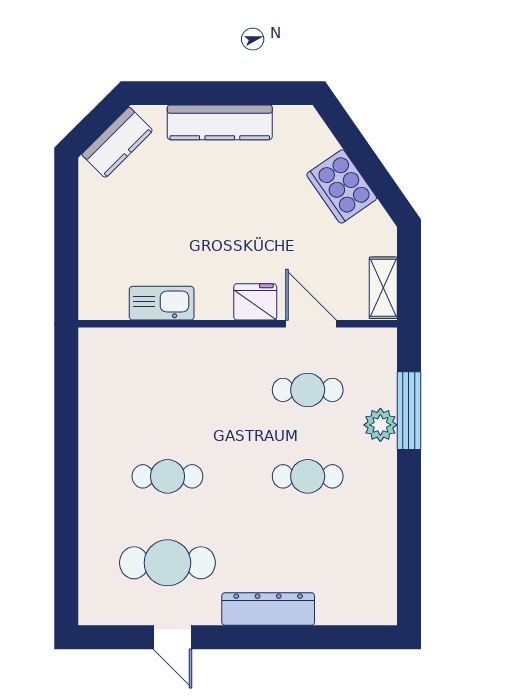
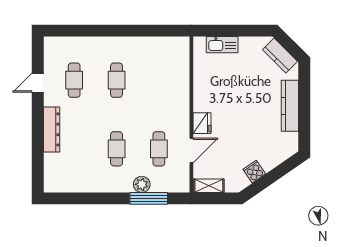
cooker: (342, 186) -> (254, 172), width x0.53, depth x0.76
kitchen sink: (162, 303) -> (222, 45), moved, turned 90
cafe table: (167, 563) -> (74, 80), width x0.73, depth x0.74

